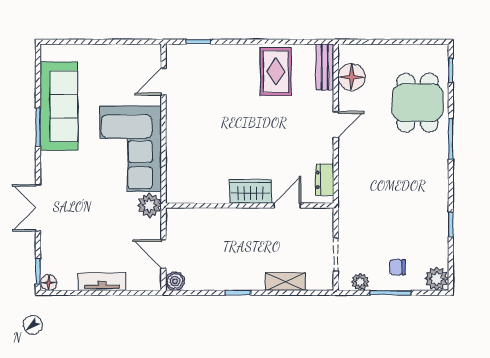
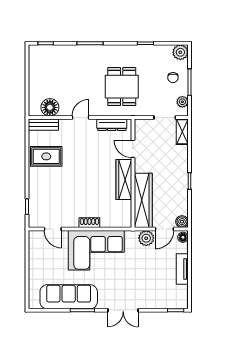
dining table: (418, 103) -> (122, 87), moved, turned 90
door: (336, 124) -> (81, 118), hinge flipped
shoe rack: (173, 138) -> (89, 223), added
dresser: (325, 180) -> (112, 125), width x1.44
wardrobe: (251, 191) -> (124, 179), width x1.50
plant: (149, 205) -> (146, 238), moved
double door: (38, 208) -> (123, 310), moved
wardrobe: (208, 221) -> (143, 200), added
shelving: (285, 282) -> (182, 132), moved
floor lamp: (49, 283) -> (183, 237), moved

